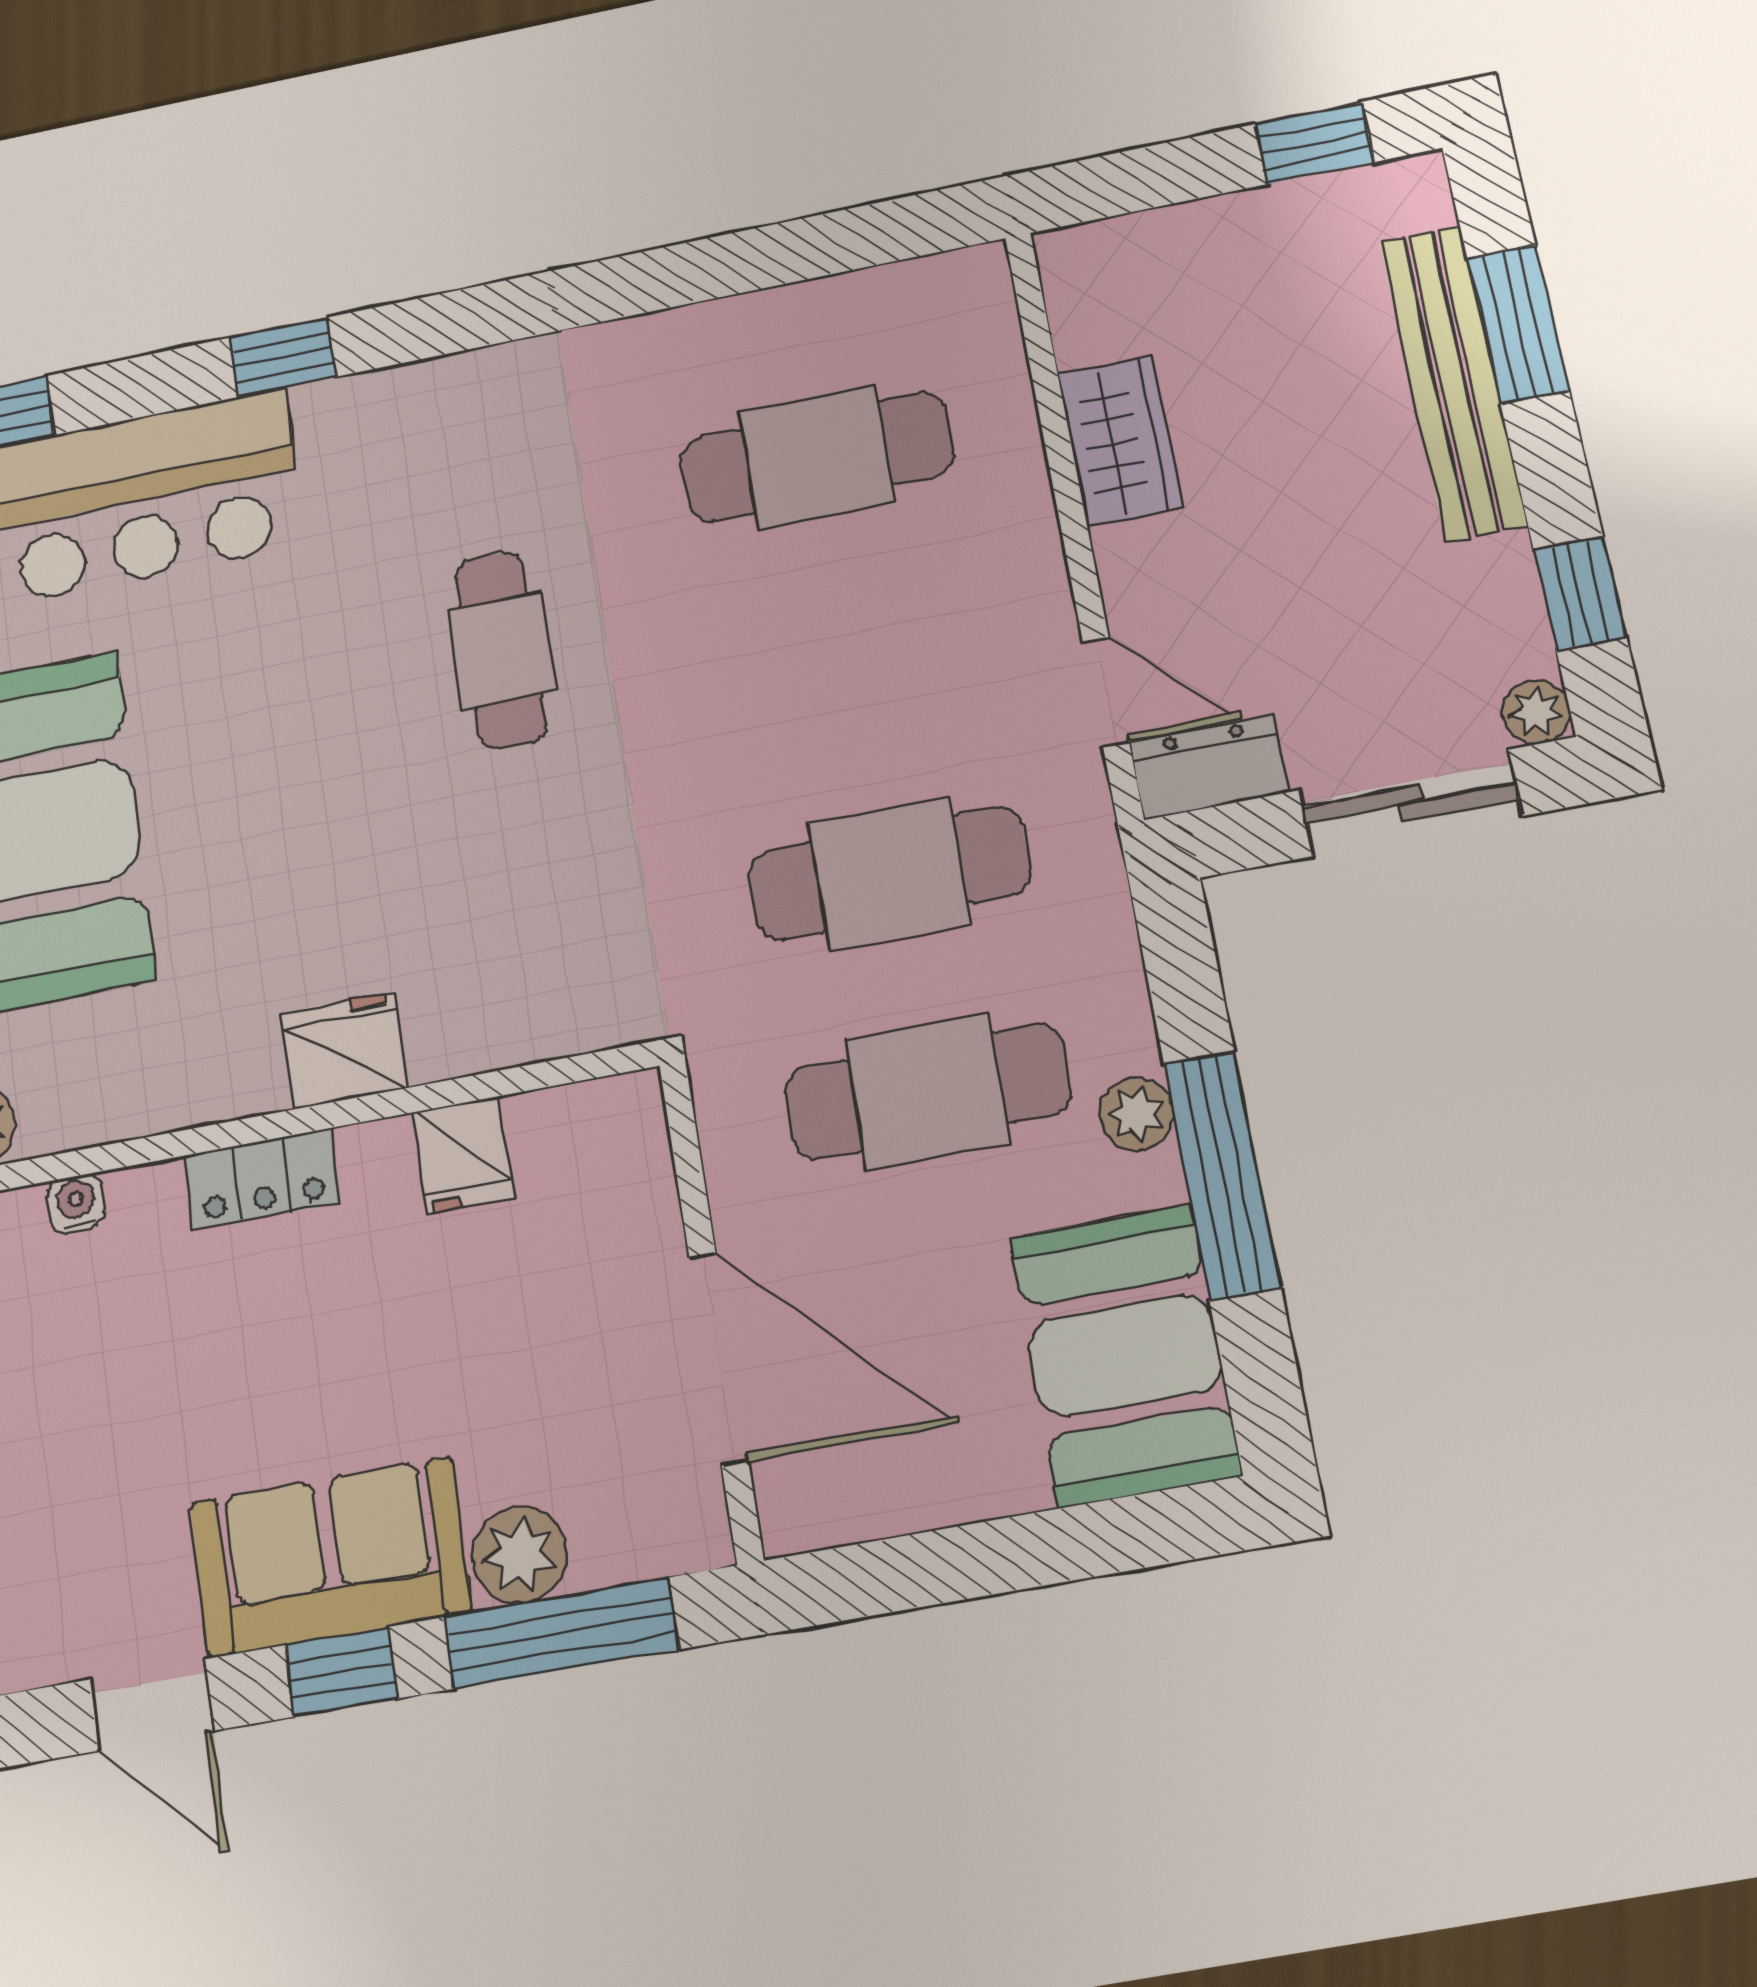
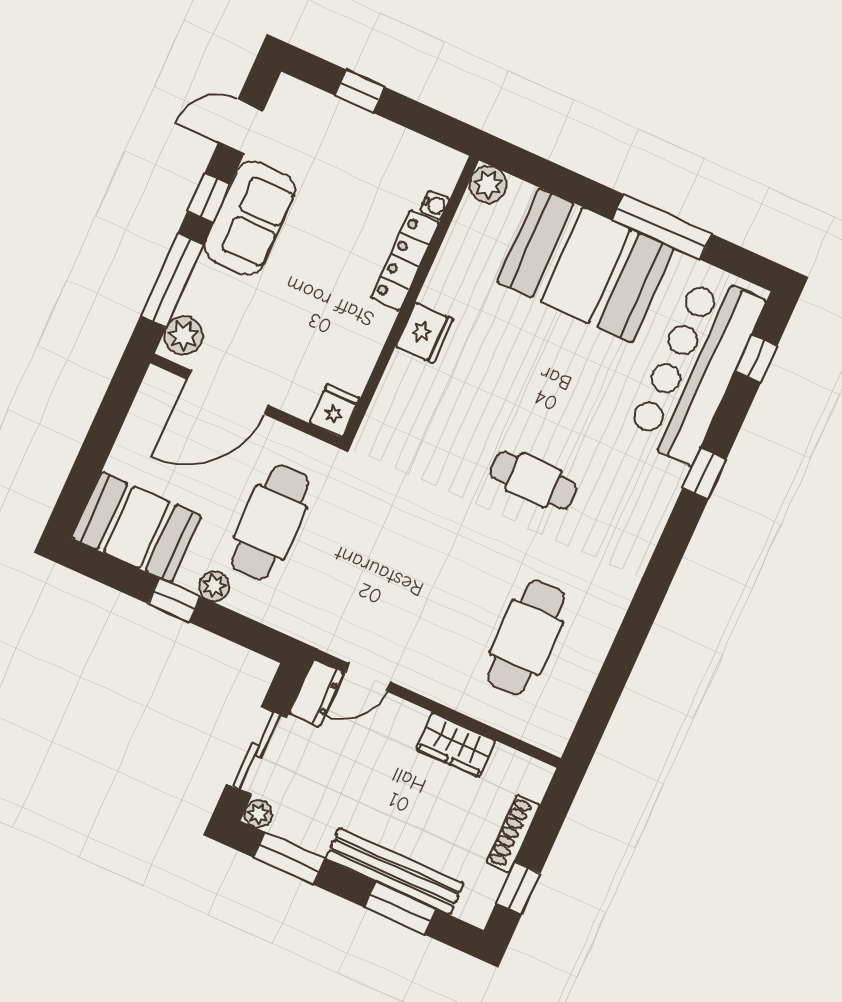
shoe rack: (1215, 223) -> (513, 834), added
window: (1580, 594) -> (289, 858), width x1.50
cafe table: (889, 873) -> (356, 561), removed
fridge: (463, 1155) -> (335, 411), moved, turned 90
window: (1222, 1175) -> (174, 600), width x0.46
locker: (262, 1179) -> (405, 260), width x1.53
plant: (520, 1555) -> (184, 335), moved

